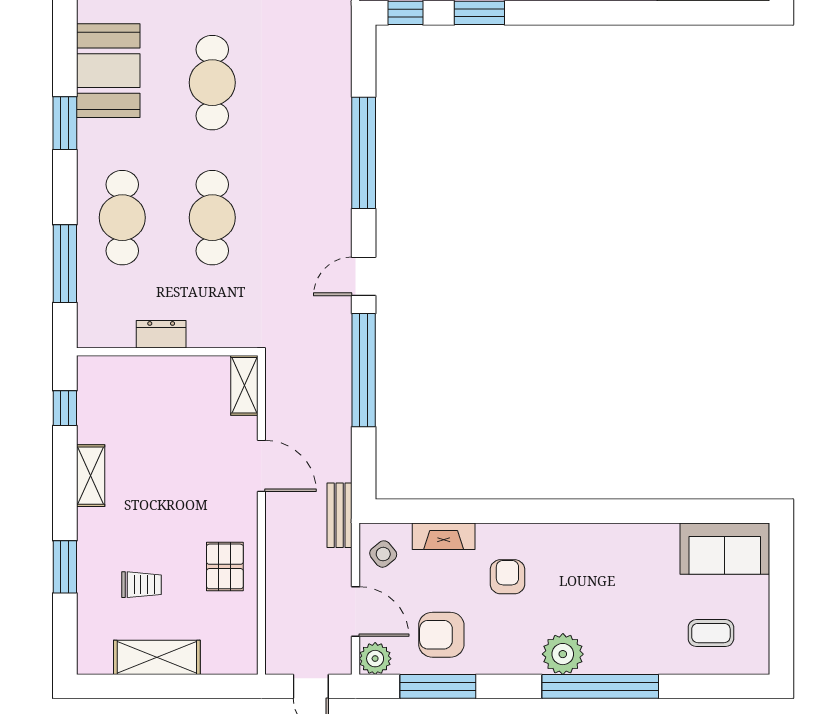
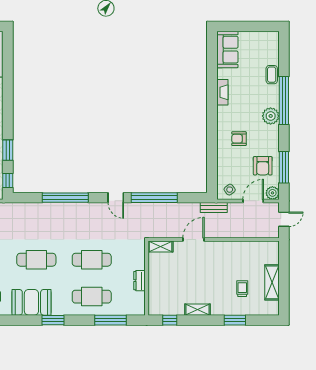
fireplace: (444, 536) -> (222, 92), moved
pallet: (225, 566) -> (235, 255), removed
coffee table: (711, 633) -> (272, 75), moved

